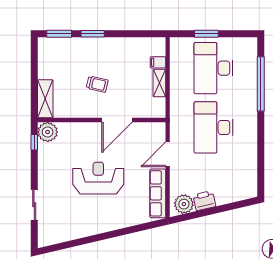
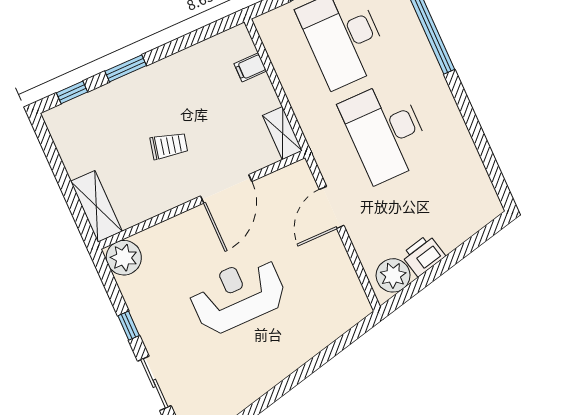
window: (59, 34) -> (72, 92), width x0.67
shelving: (159, 83) -> (282, 133), moved
window: (34, 142) -> (129, 326), moved
row of seats: (158, 193) -> (344, 277), removed

